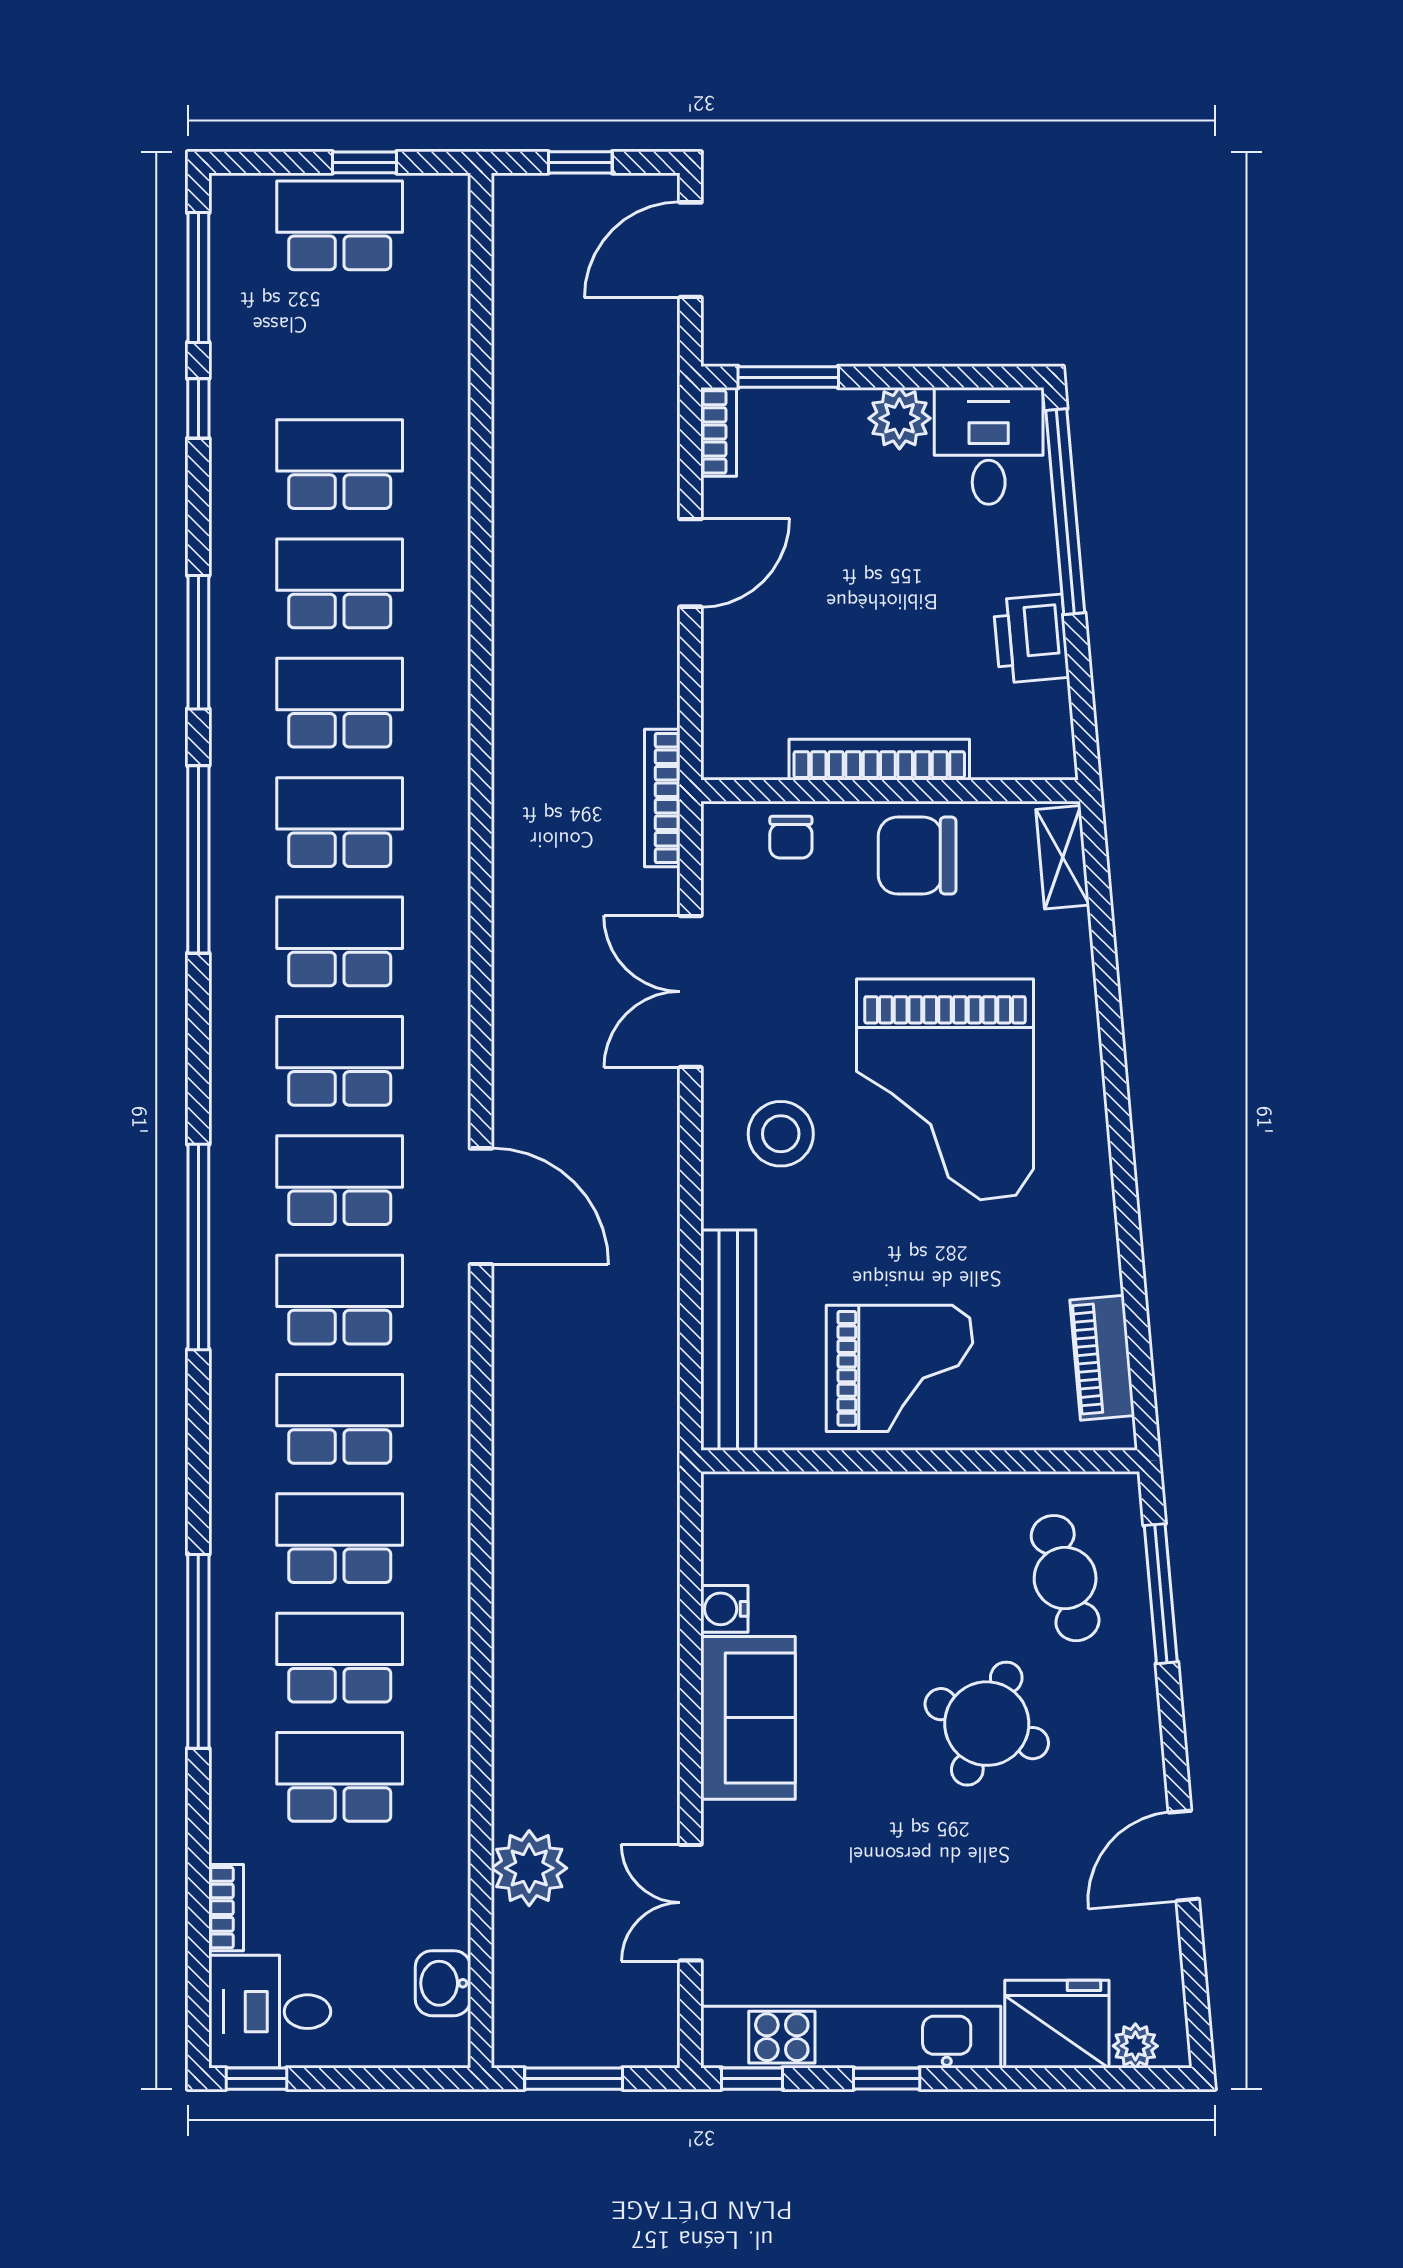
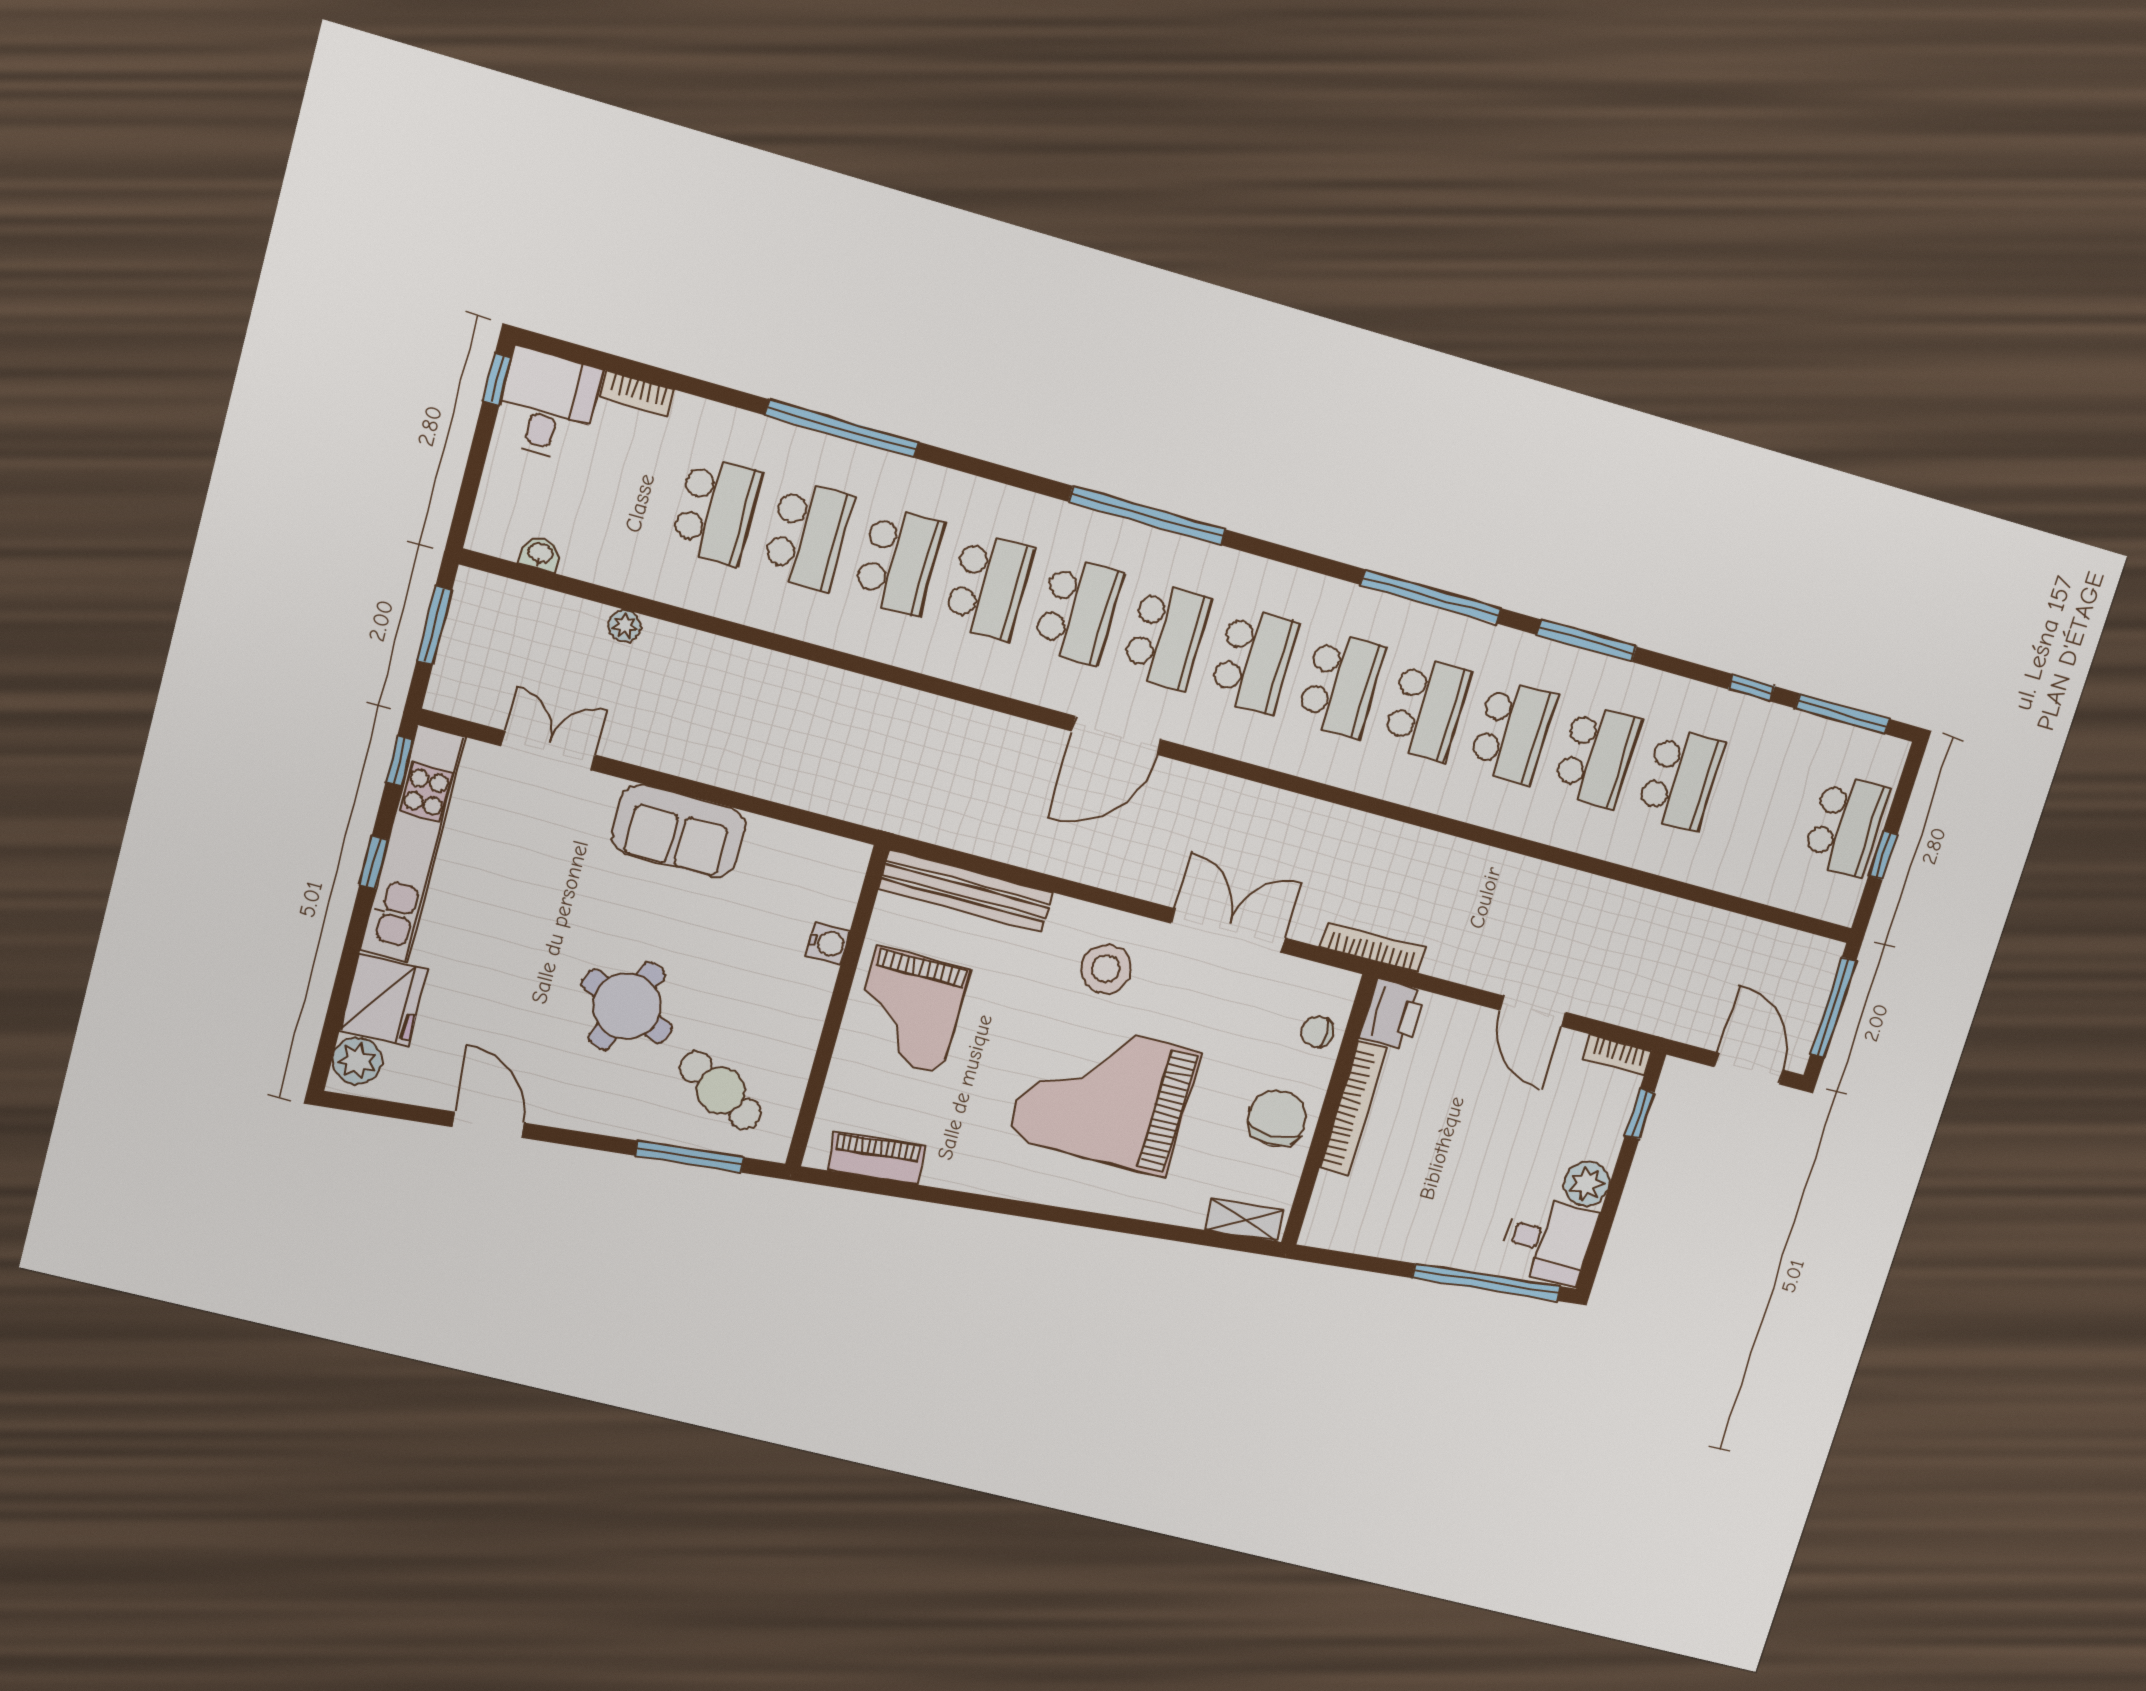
window: (580, 162) -> (1833, 1007), width x2.17
window: (788, 377) -> (1640, 1114), width x0.67
printer: (1031, 639) -> (1393, 1015), moved, turned 95
cafe table: (1065, 1578) -> (721, 1091), turned 46
water cooler: (724, 1609) -> (828, 943), moved, turned 90
plant: (529, 1868) -> (624, 626), width x0.53, depth x0.53
washbasin: (443, 1983) -> (540, 554), width x0.72, depth x0.69
plant: (1135, 2046) -> (357, 1061), width x1.38, depth x1.38

